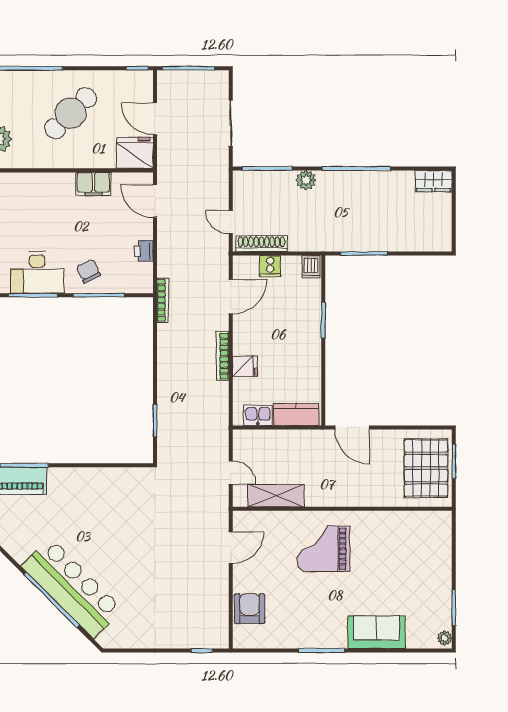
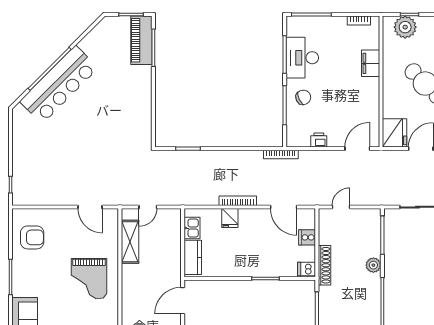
filing cabinet: (93, 184) -> (371, 63), moved
shoe rack: (261, 244) -> (324, 265), moved
grand piano: (324, 549) -> (89, 279), turned 180
armchair: (250, 609) -> (32, 237), moved

